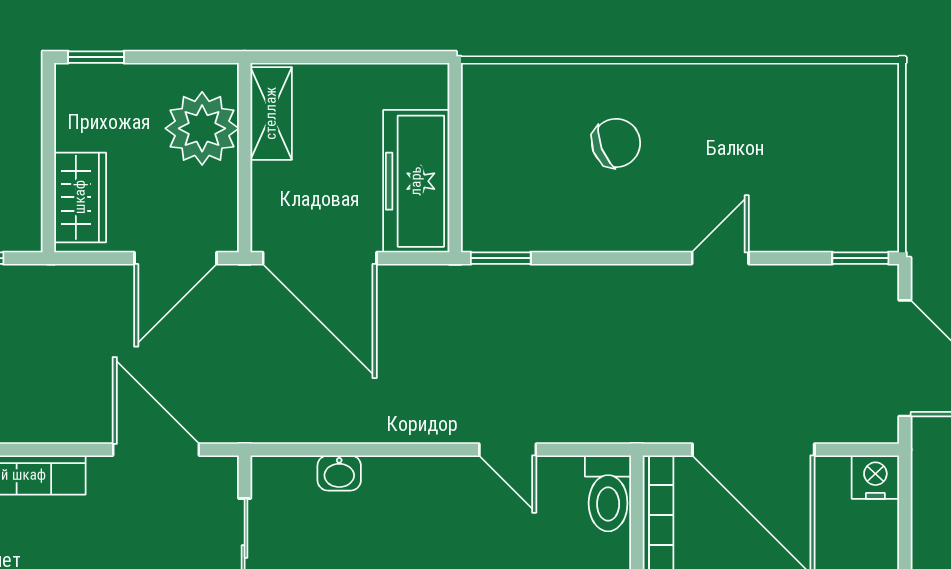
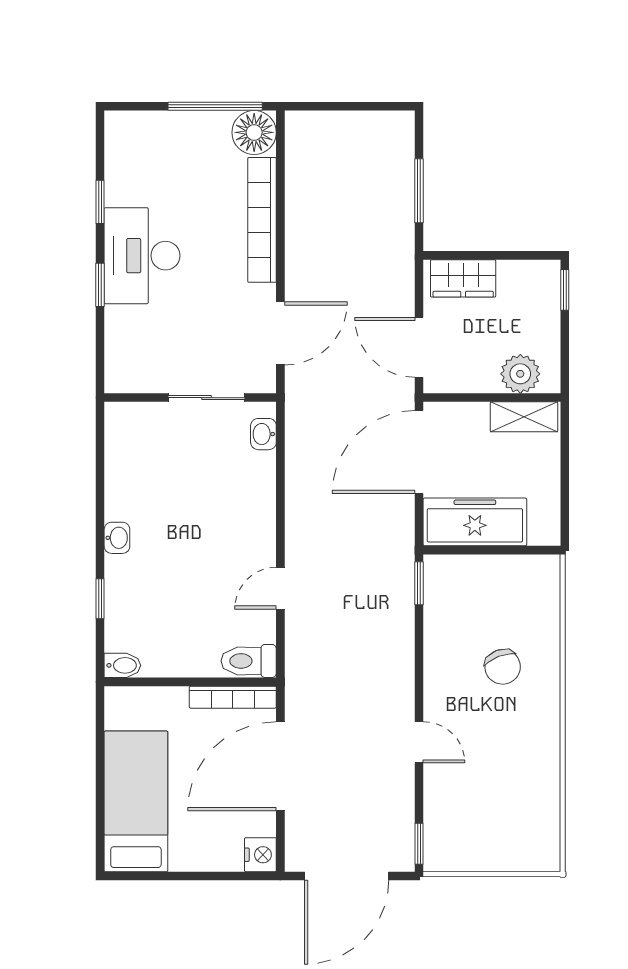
plant: (202, 128) -> (520, 374), width x0.73, depth x0.73
washbasin: (339, 473) -> (263, 434), moved

